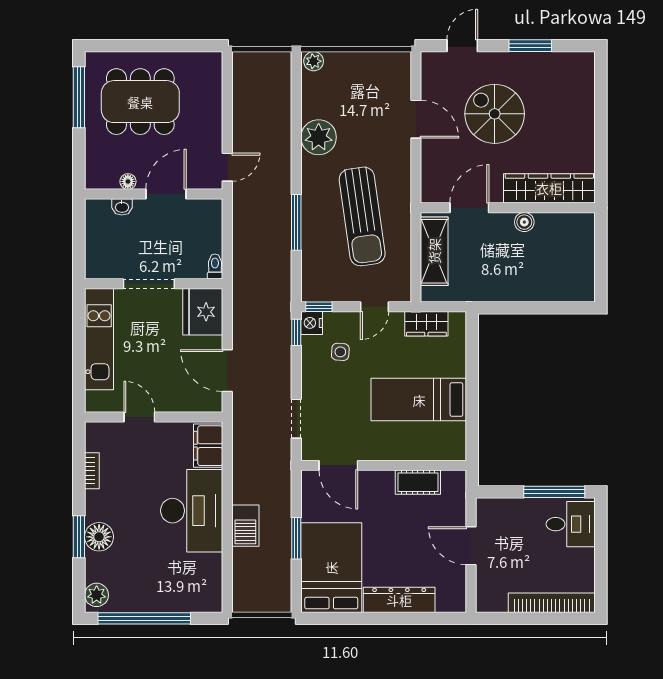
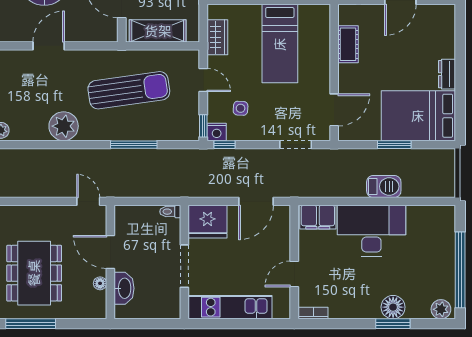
washbasin: (122, 207) -> (124, 288), width x1.91, depth x1.45
bookcase: (92, 471) -> (313, 313), moved
dresser: (399, 600) -> (447, 74), width x0.51, depth x0.80

